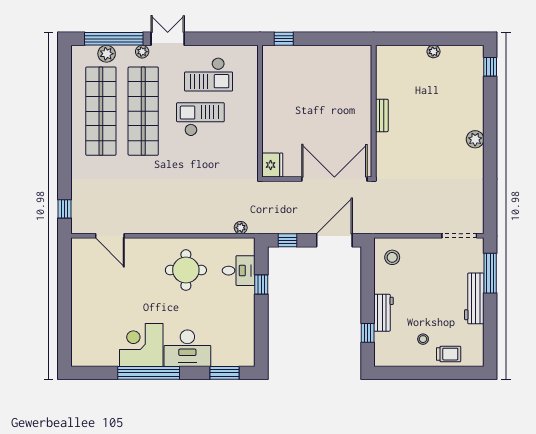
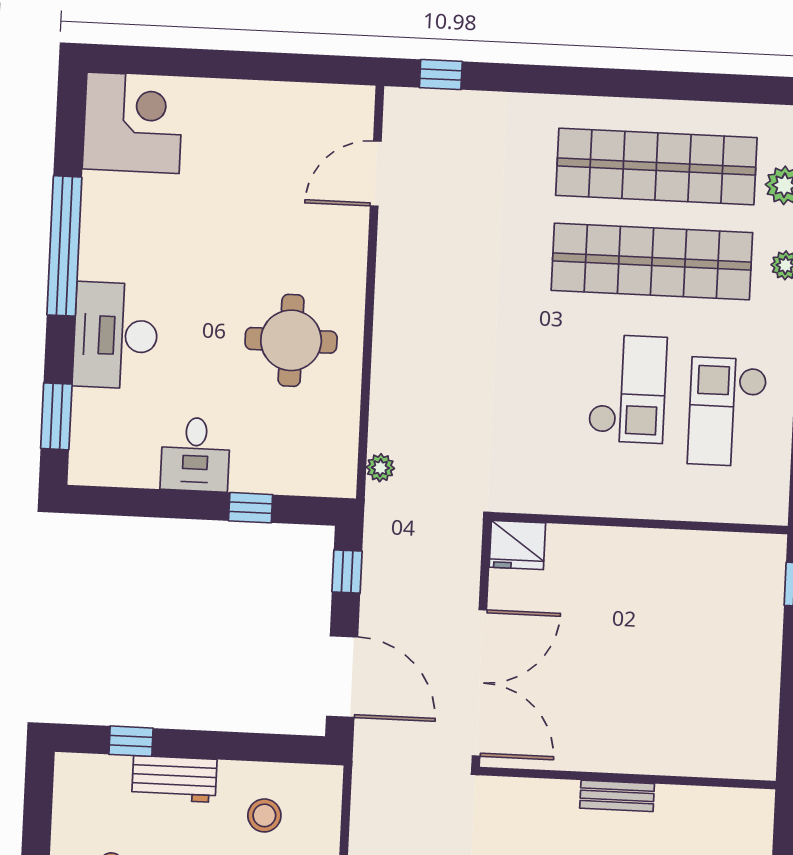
stool: (392, 257) -> (264, 815), moved
desk: (239, 271) -> (195, 454), moved
corner desk: (141, 345) -> (133, 123), moved

